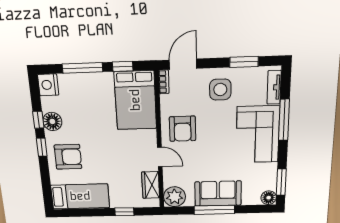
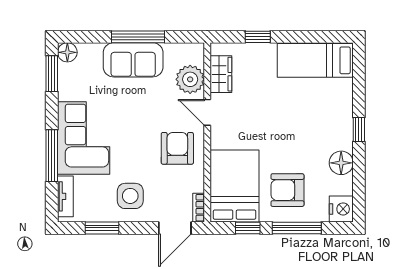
window: (38, 120) -> (359, 166), removed
armchair: (68, 157) -> (287, 190), moved
plant: (175, 197) -> (190, 79), moved

